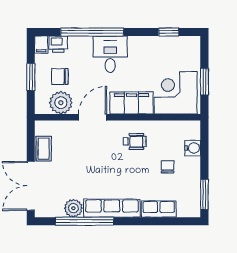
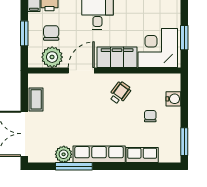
chair: (60, 77) -> (51, 33), turned 90
wheelchair: (135, 141) -> (120, 93), turned -54
window: (85, 221) -> (74, 166), width x0.68

